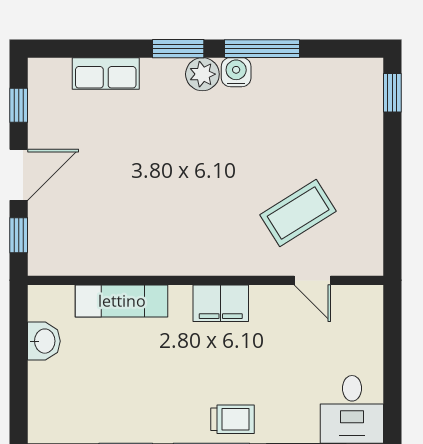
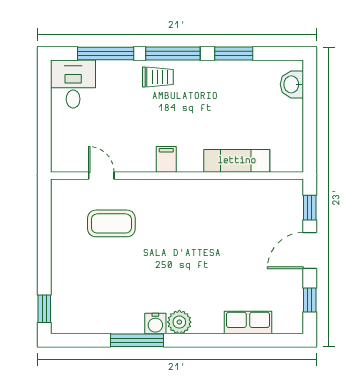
window: (178, 49) -> (197, 340), removed
coffee table: (298, 213) -> (111, 223), turned 32
filing cabinet: (221, 303) -> (166, 159), width x0.50
washbasin: (44, 341) -> (292, 84), moved
trolley: (233, 419) -> (158, 77), turned 180

